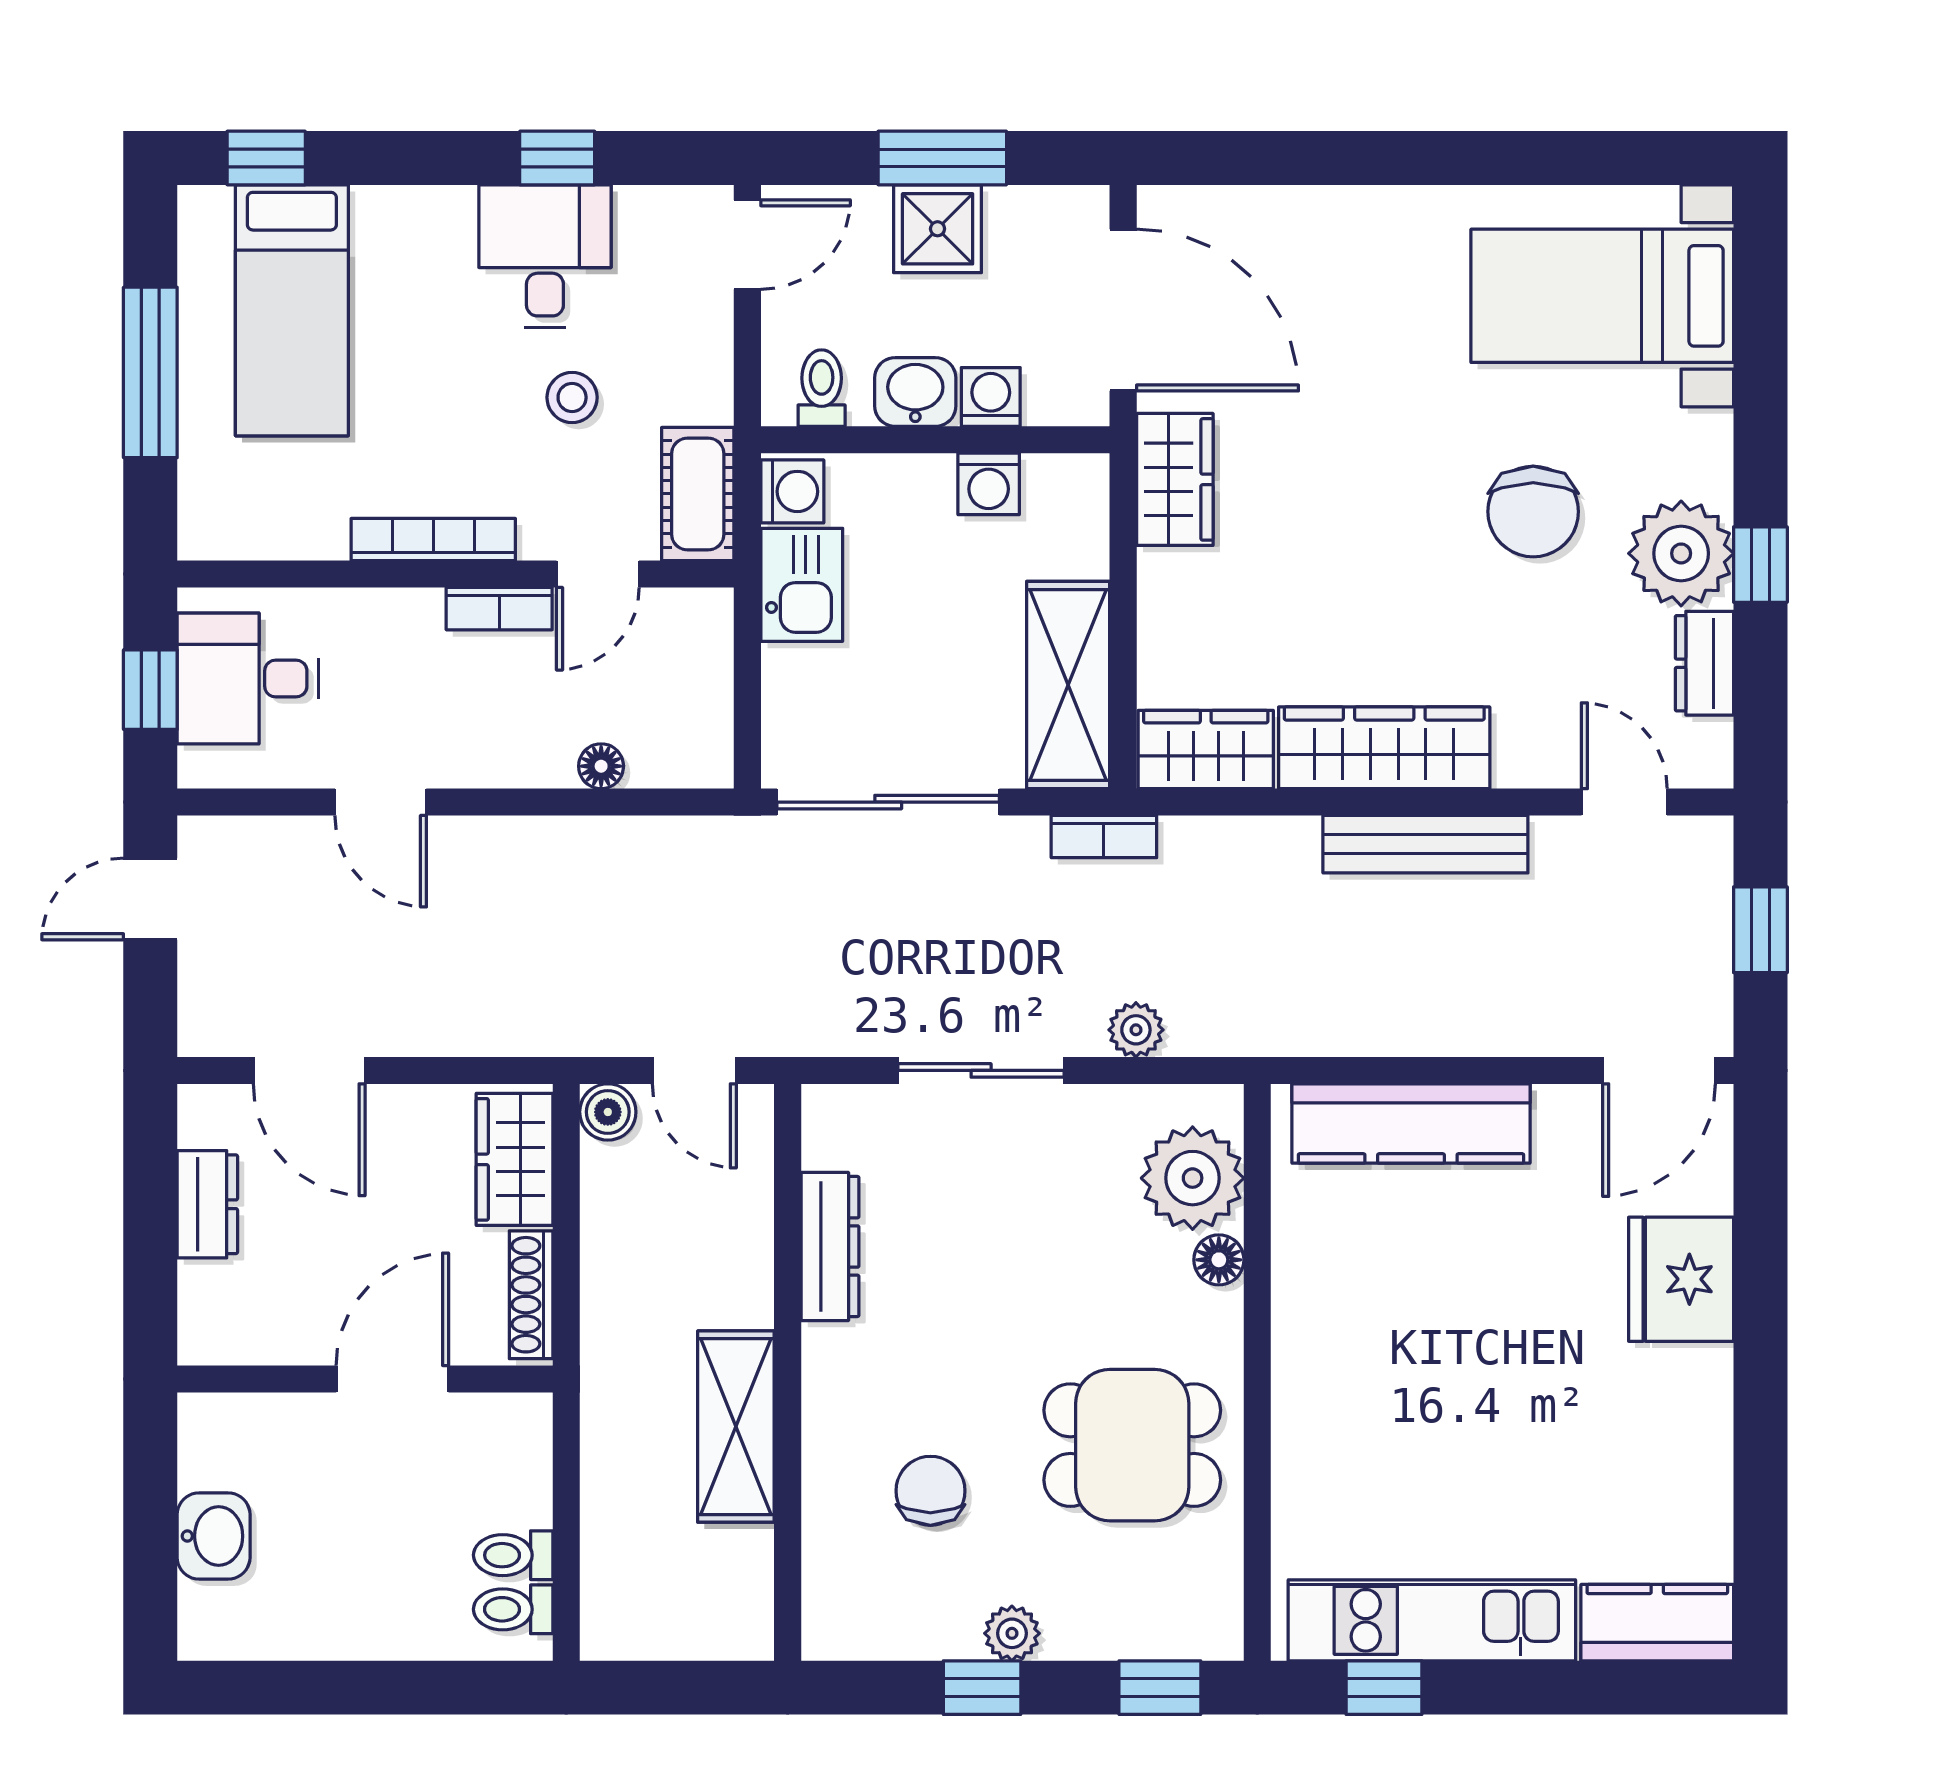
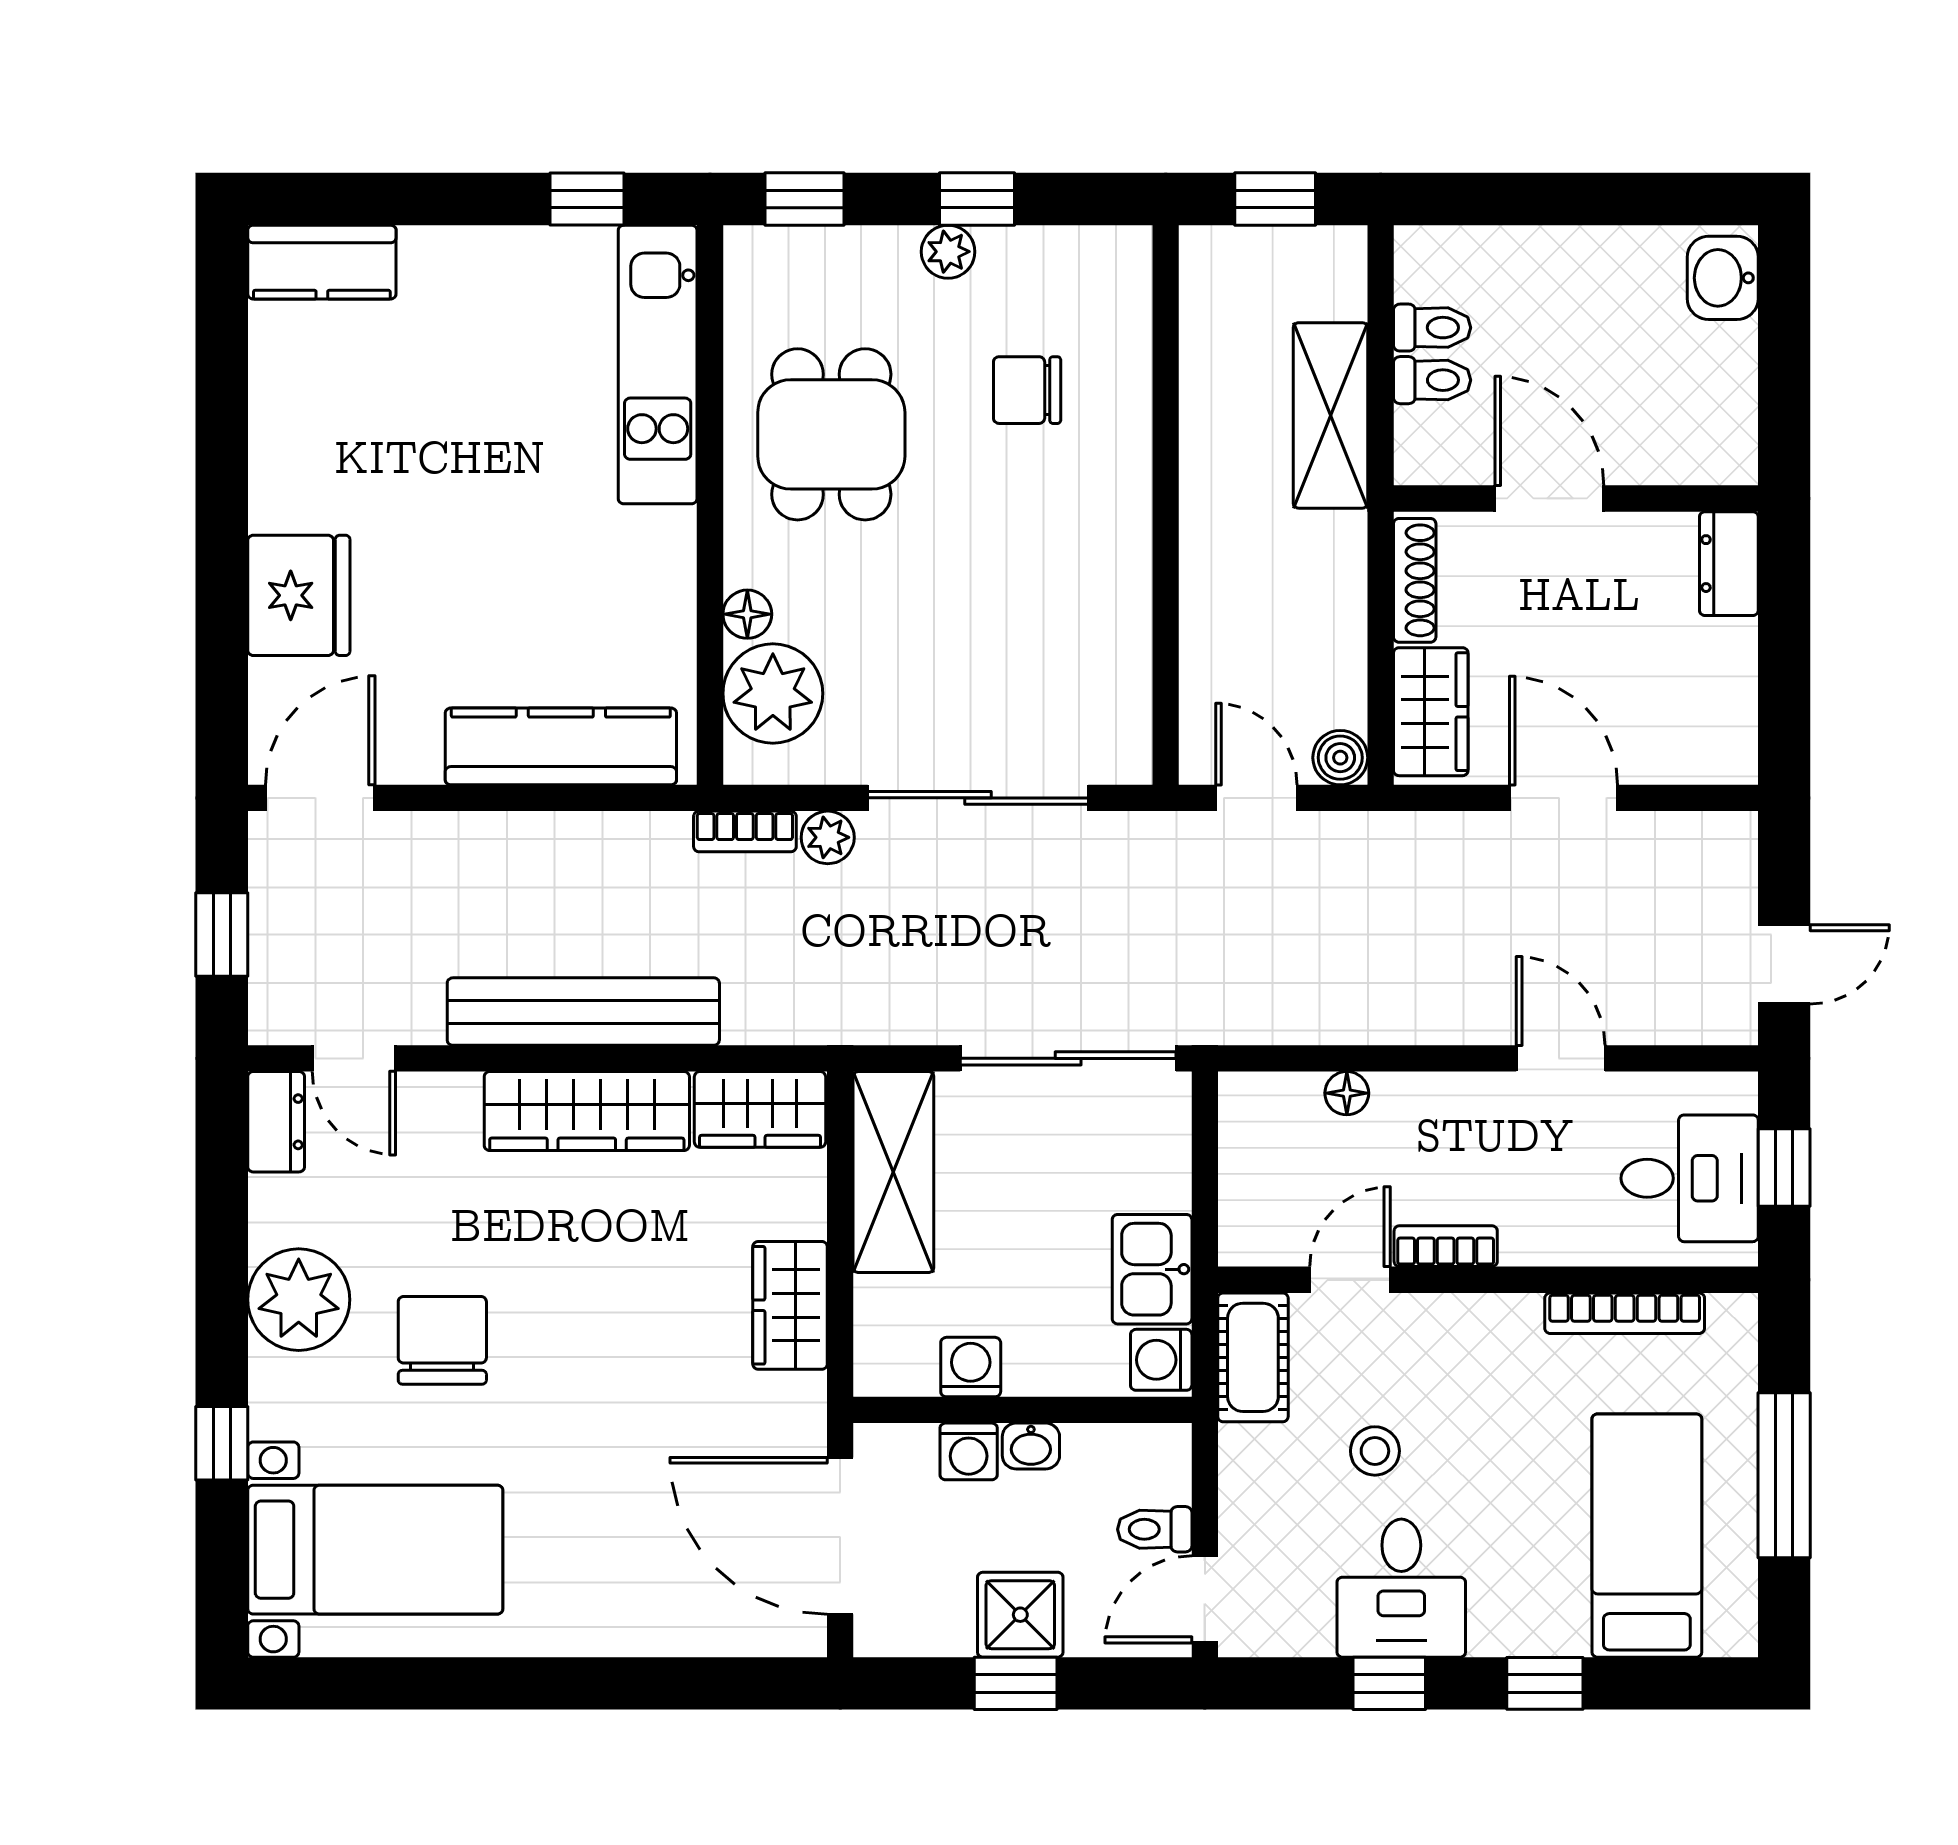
window: (266, 158) -> (1545, 1683), moved
window: (942, 158) -> (1016, 1683), width x0.67
toilet: (822, 388) -> (1155, 1529), moved, turned 90
washbasin: (915, 392) -> (1031, 1446), width x0.72, depth x0.69
wardrobe: (1175, 479) -> (790, 1305), moved
bookcase: (433, 540) -> (1625, 1313), moved
window: (1760, 565) -> (222, 1443), moved
dresser: (1704, 663) -> (276, 1122), moved
bookcase: (1104, 837) -> (745, 831), moved, turned 180
bench: (1425, 844) -> (583, 1012), width x1.37, depth x1.21
door: (309, 1070) -> (1563, 798), moved
sliding door: (981, 1070) -> (978, 798), width x1.37
dresser: (207, 1204) -> (1729, 564), moved
dresser: (830, 1246) -> (1125, 627), removed
door: (392, 1379) -> (1549, 498), swing flipped
shelving: (736, 1427) -> (1330, 415), moved
dining table: (1132, 1445) -> (831, 434), turned 90
chair: (930, 1491) -> (1027, 390), turned 90
washbasin: (214, 1536) -> (1723, 278), moved
toilet: (513, 1609) -> (1432, 380), moved
kitchen unit: (1432, 1620) -> (658, 365), moved, turned 90
window: (675, 1688) -> (1275, 199), added

